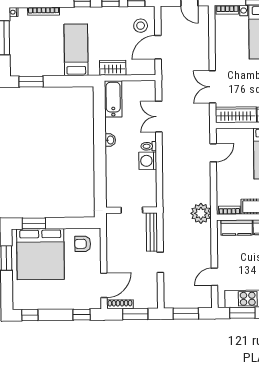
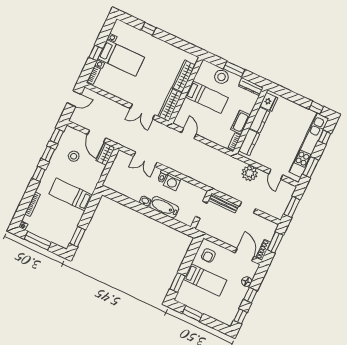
stool: (141, 26) -> (74, 156), moved
wardrobe: (113, 68) -> (105, 154), moved
bathtub: (113, 99) -> (164, 207), moved
plant: (201, 213) -> (250, 173), moved
bed: (40, 254) -> (205, 280), width x0.49
floor lamp: (74, 303) -> (247, 282), added
window: (82, 315) -> (250, 295), moved

